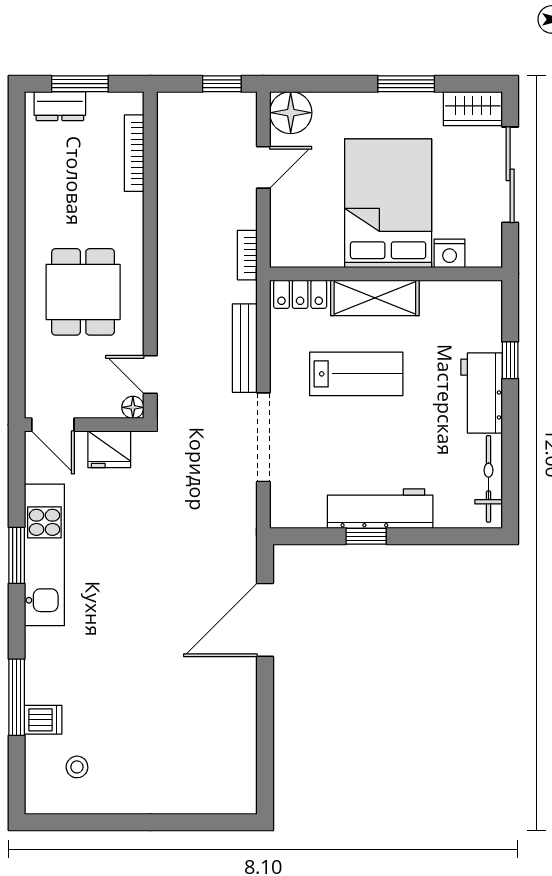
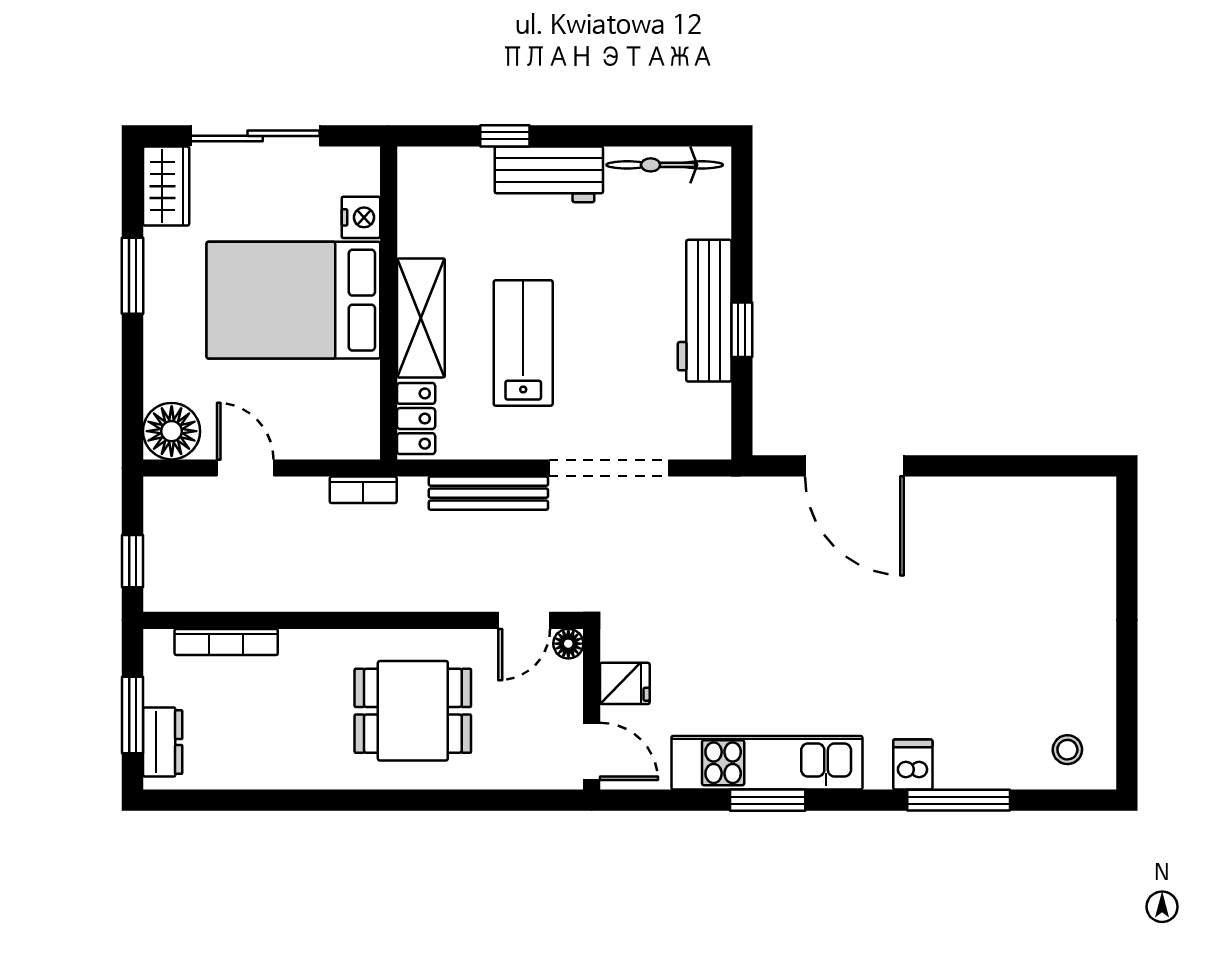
window: (222, 84) -> (133, 561), moved
door: (53, 425) -> (592, 751), hinge flipped
fridge: (109, 449) -> (625, 683), width x0.72
dishwasher: (43, 720) -> (913, 764), moved
stool: (77, 767) -> (1067, 750), moved

